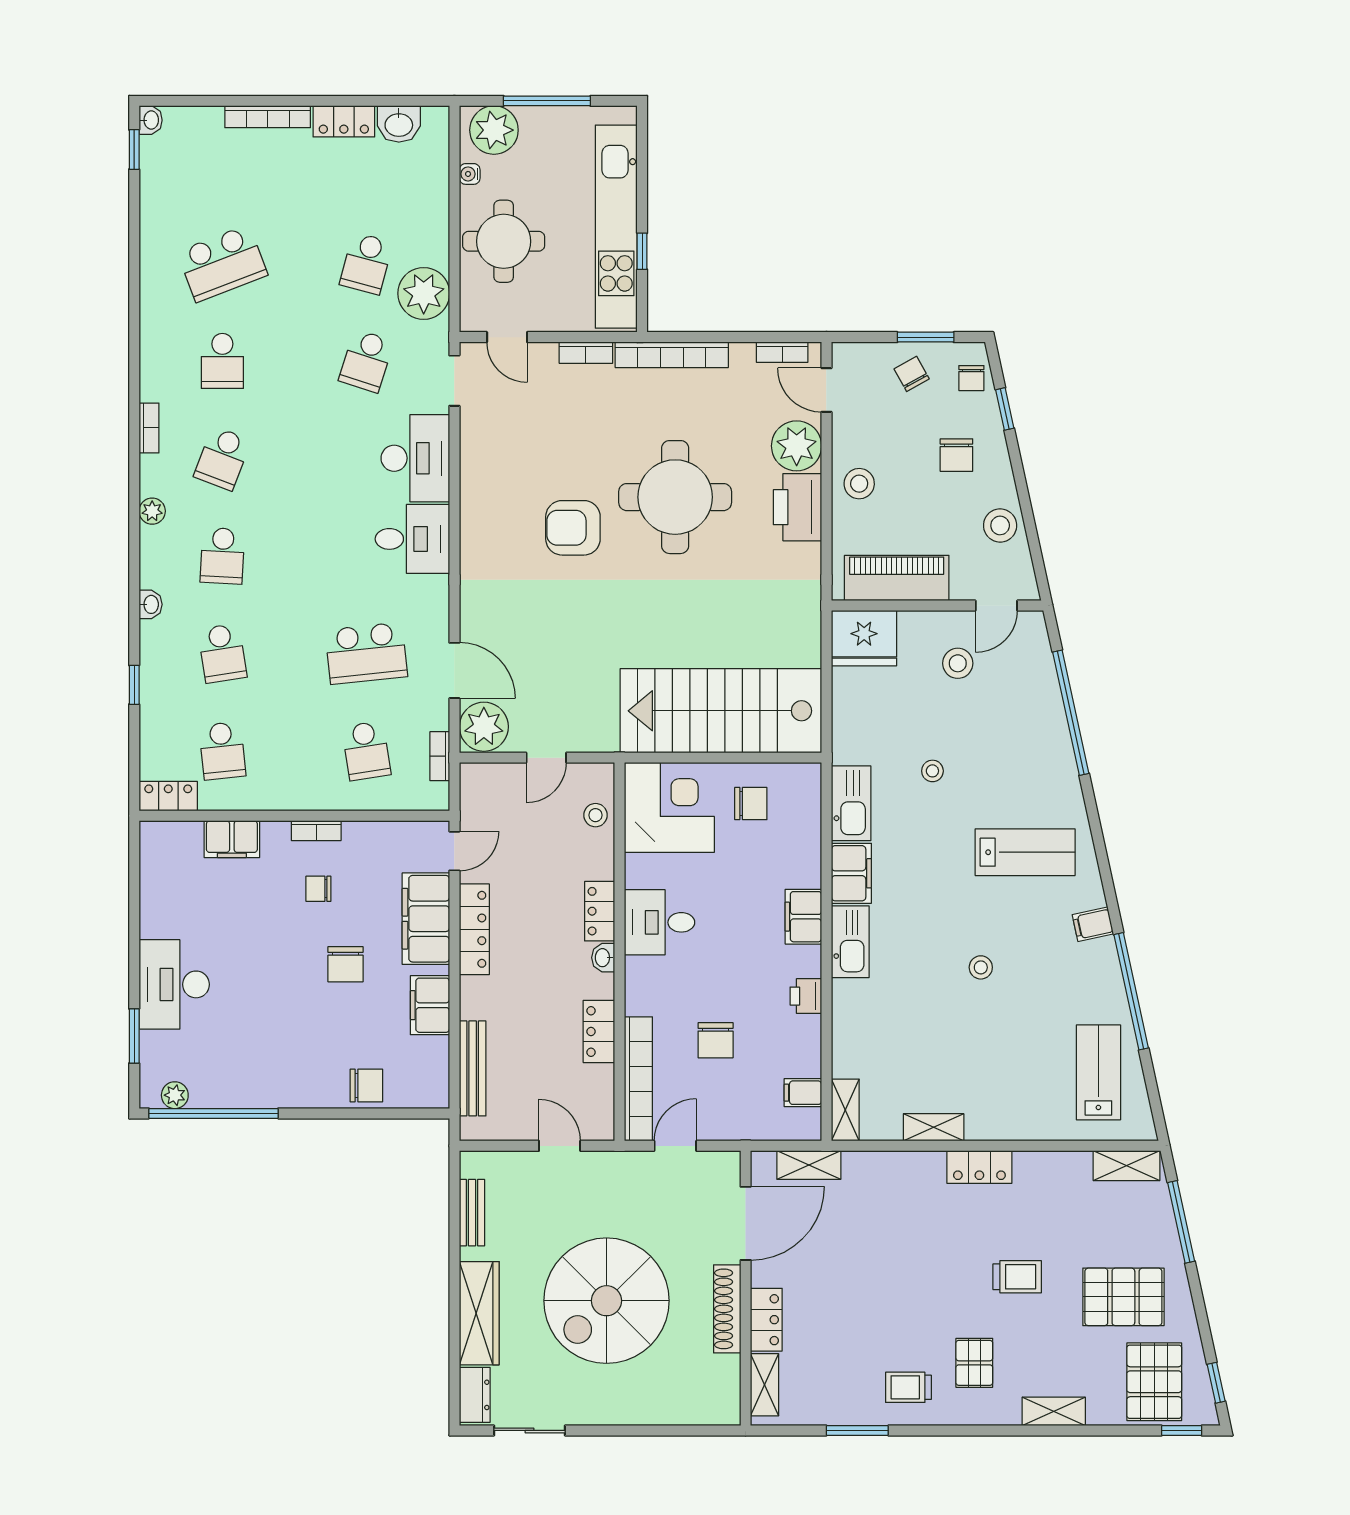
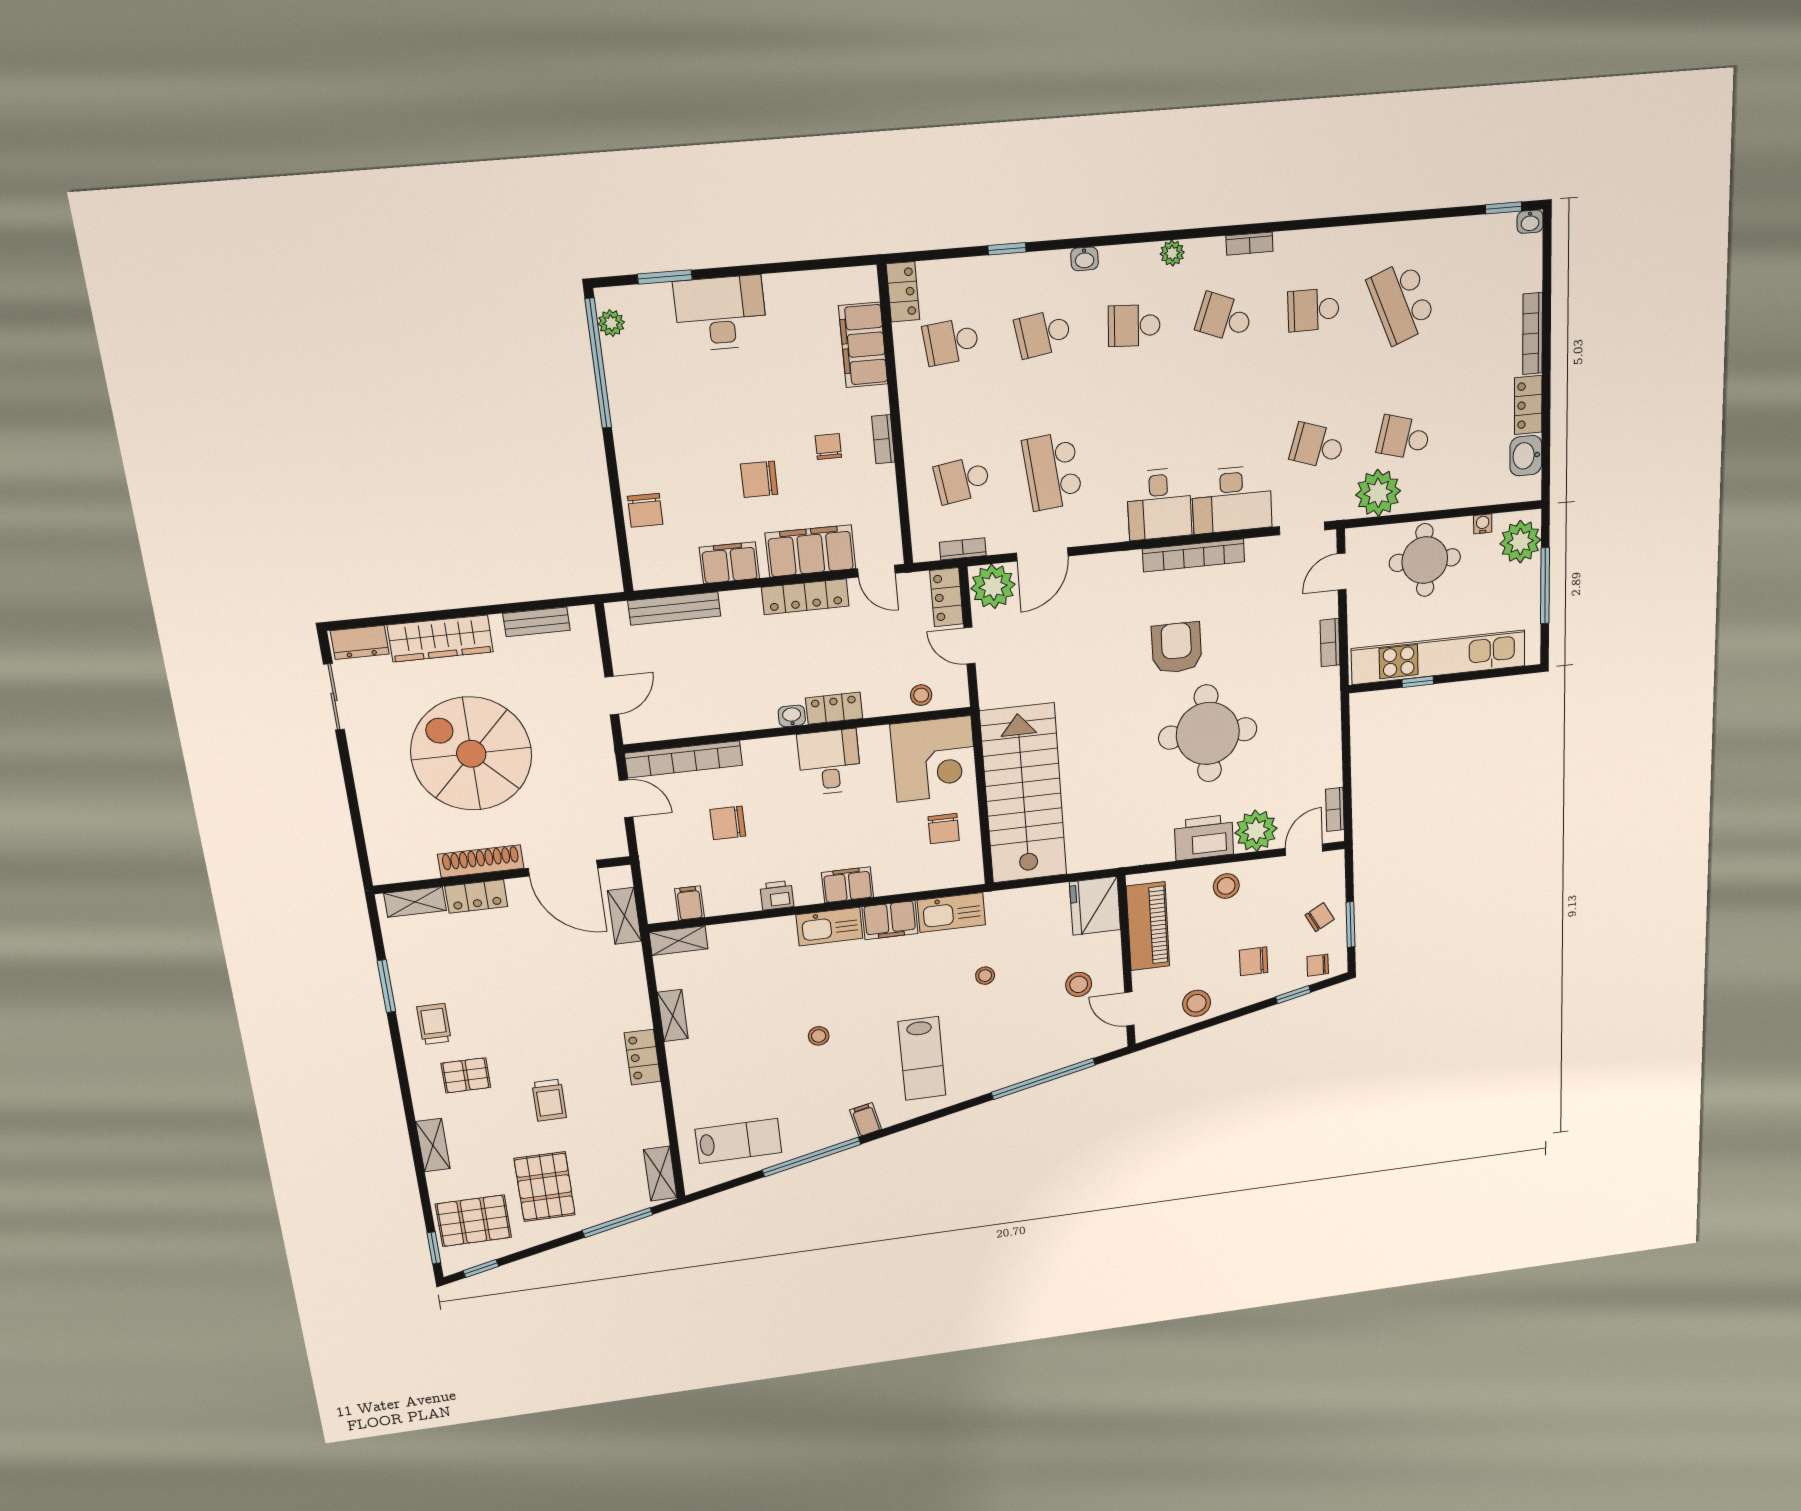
bookcase: (672, 355) -> (1194, 555), moved, turned -90
filing cabinet: (232, 839) -> (863, 345), width x1.50, depth x1.17
locker: (599, 1031) -> (946, 597), moved, turned -90

